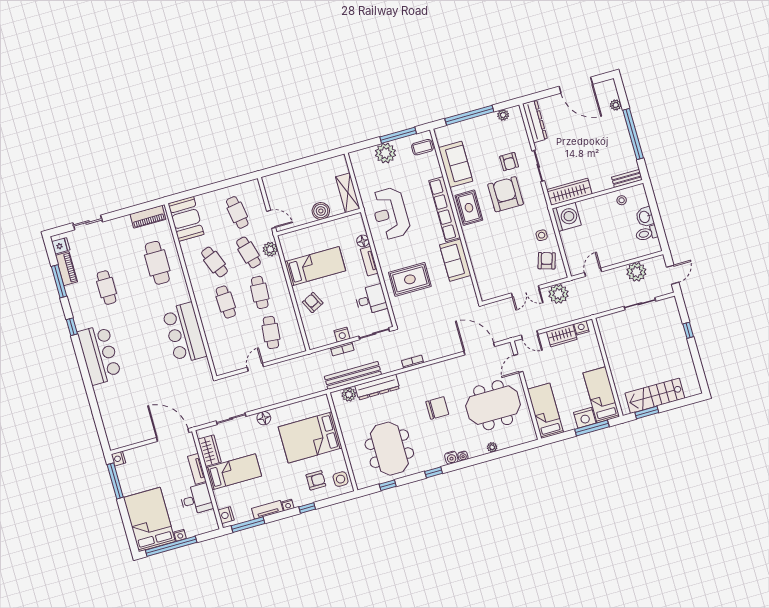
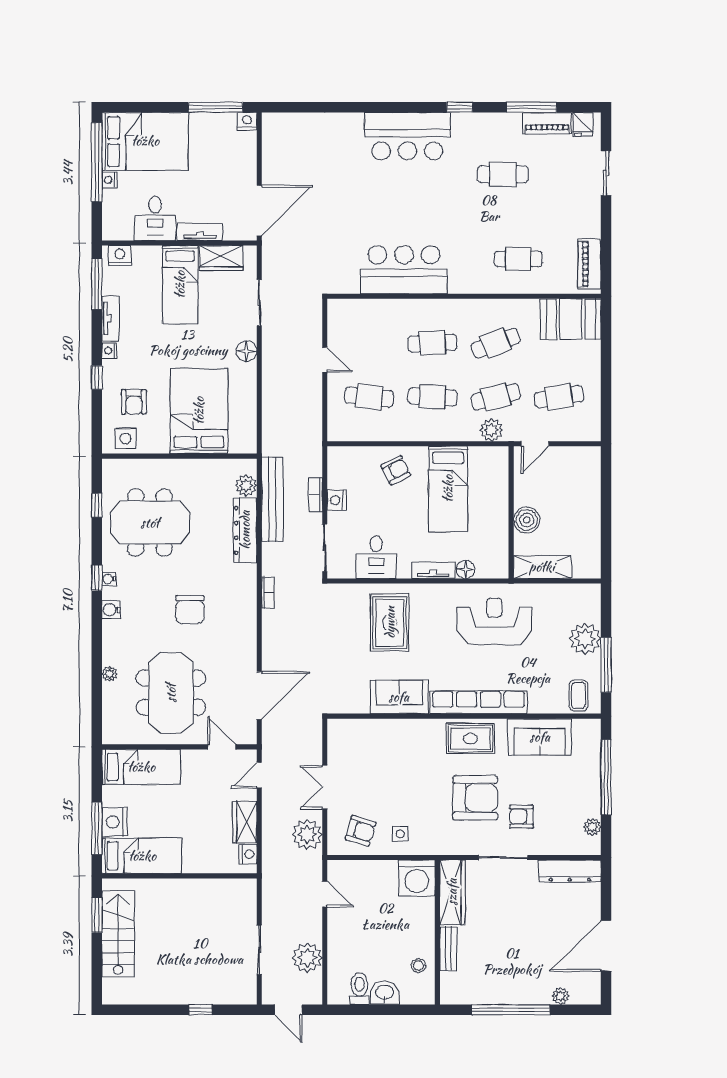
bench: (627, 178) -> (448, 949), moved
cafe table: (157, 263) -> (518, 259), width x0.73, depth x0.74
water cooler: (463, 456) -> (109, 579), moved

